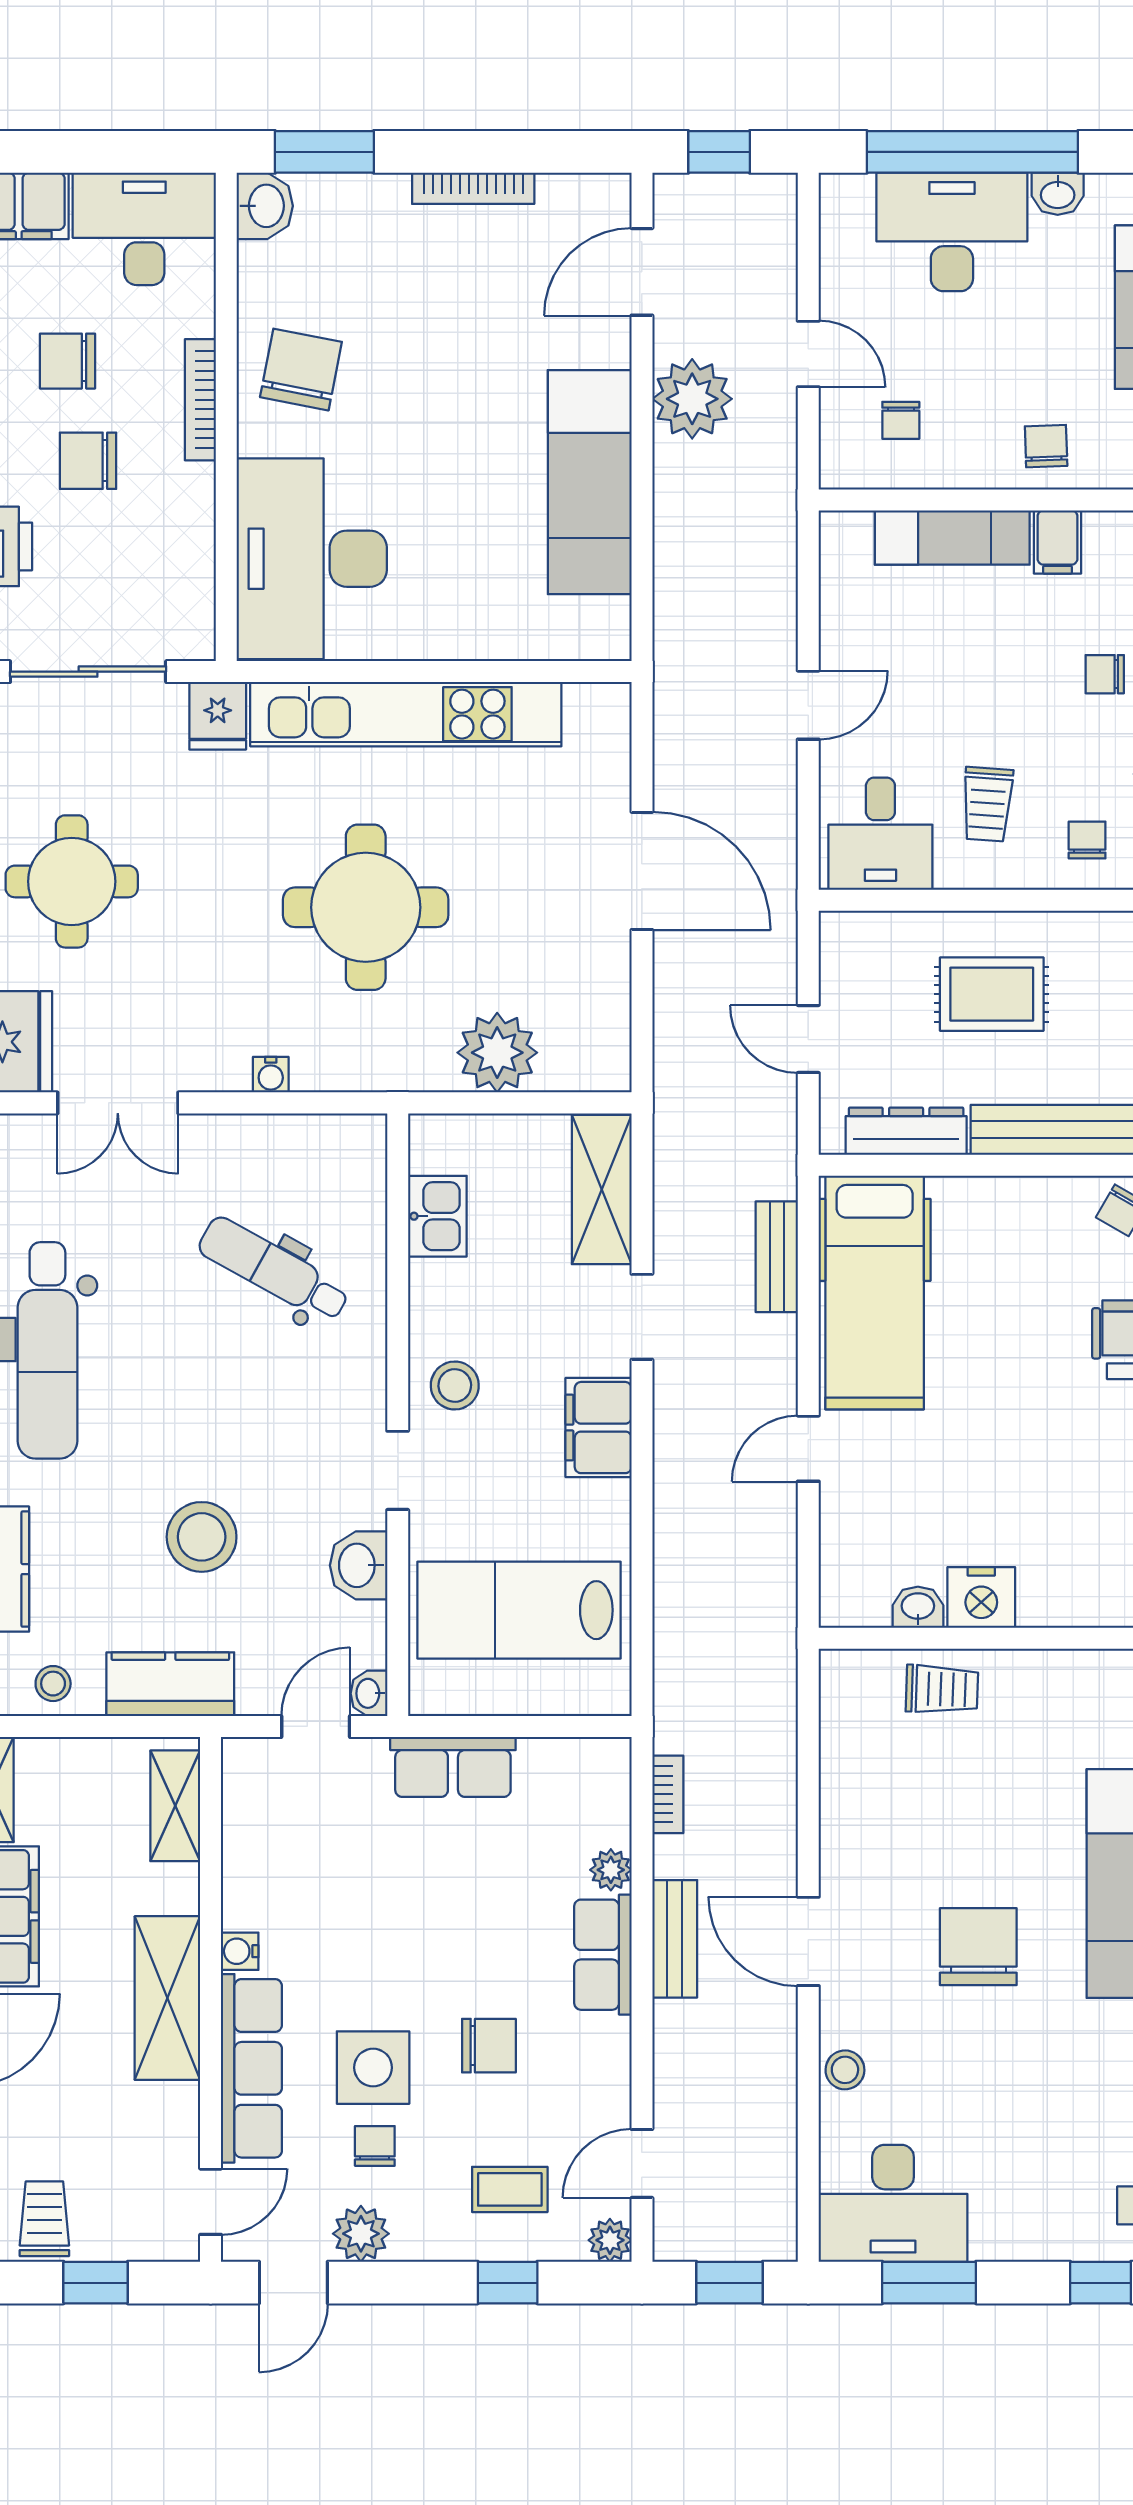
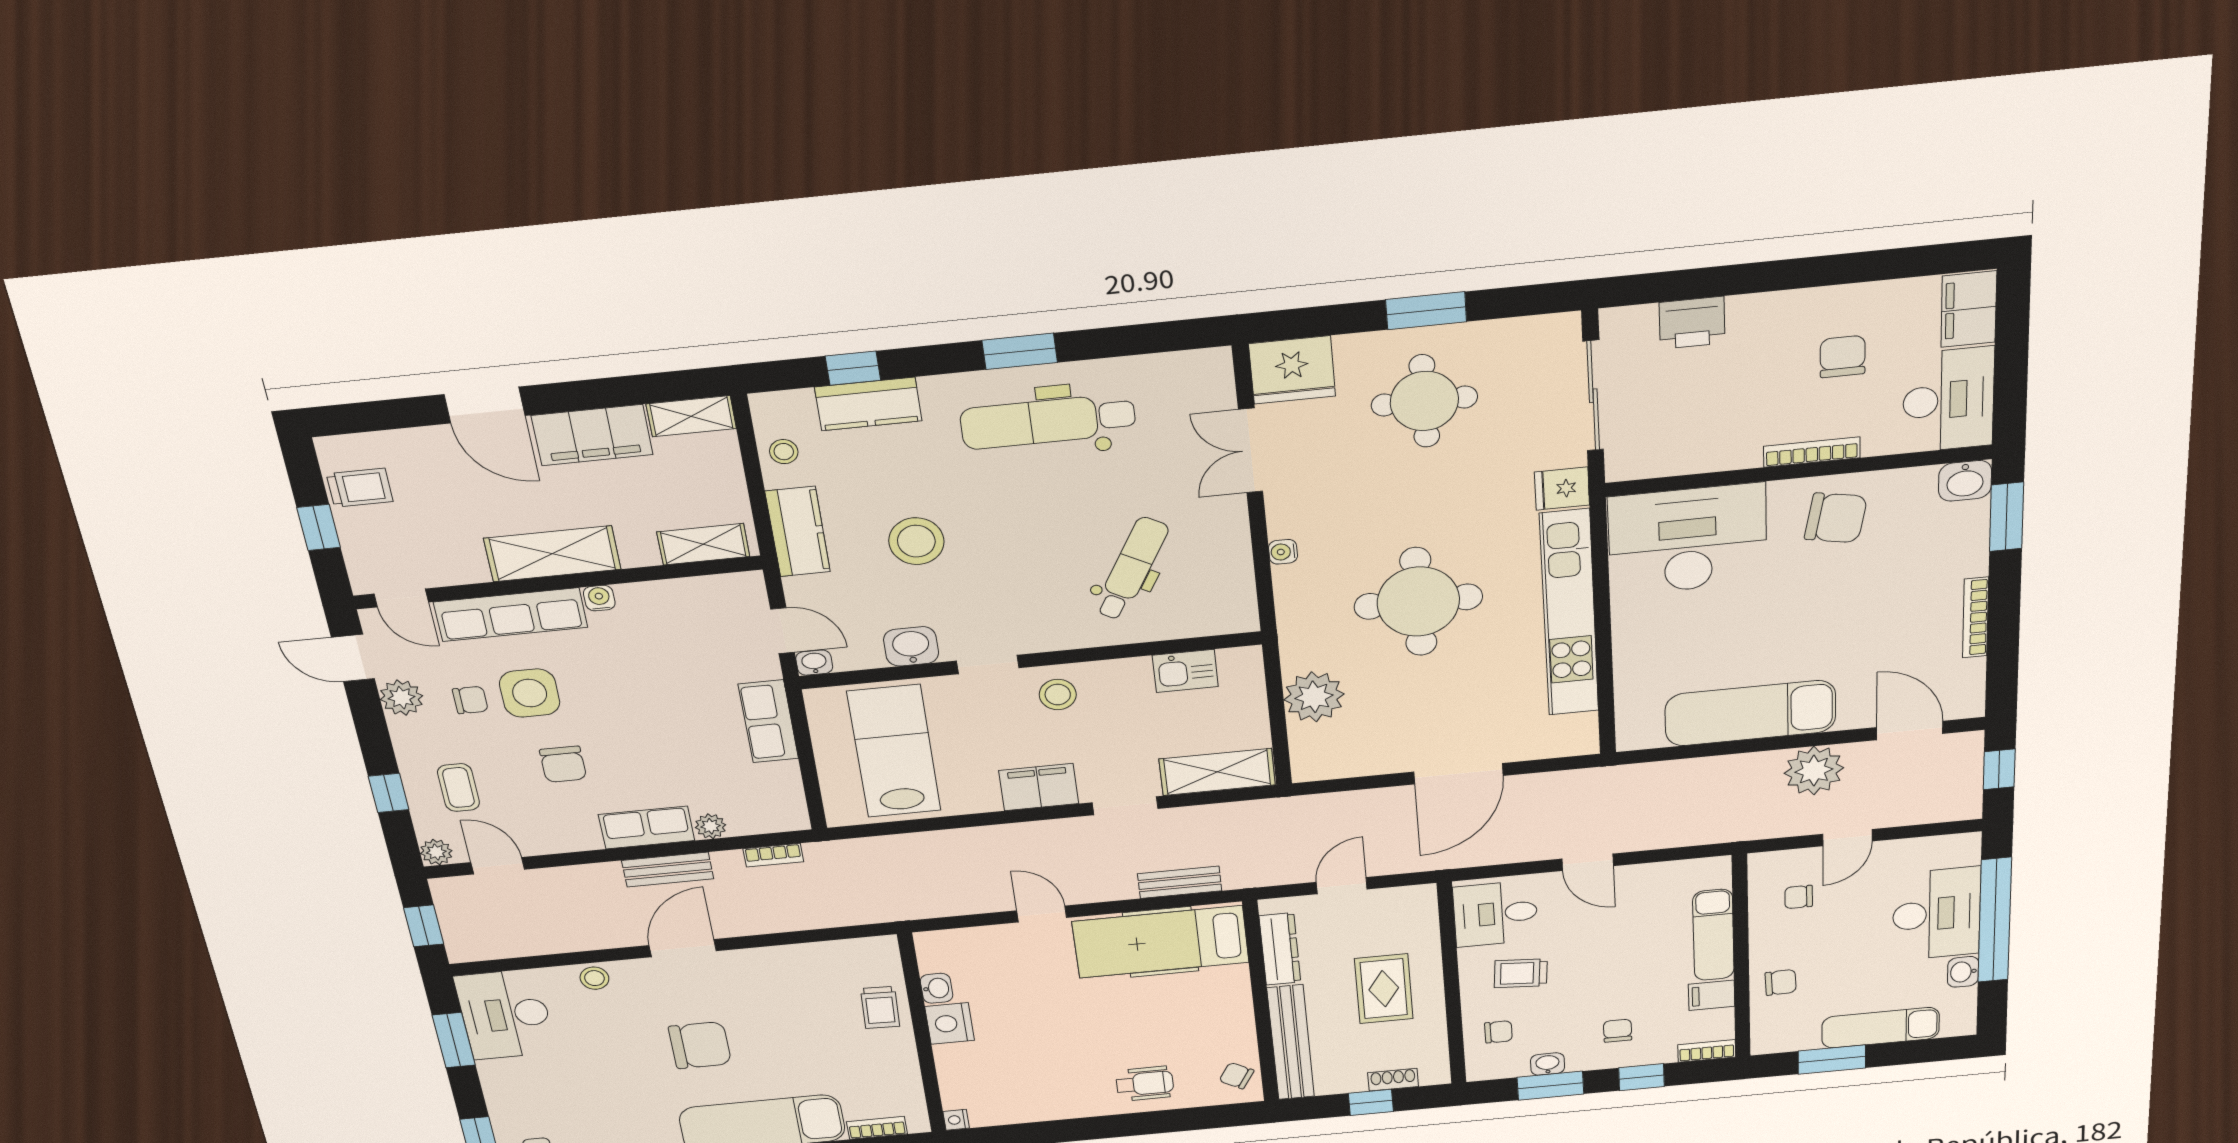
chair: (88, 461) -> (1762, 379), removed

